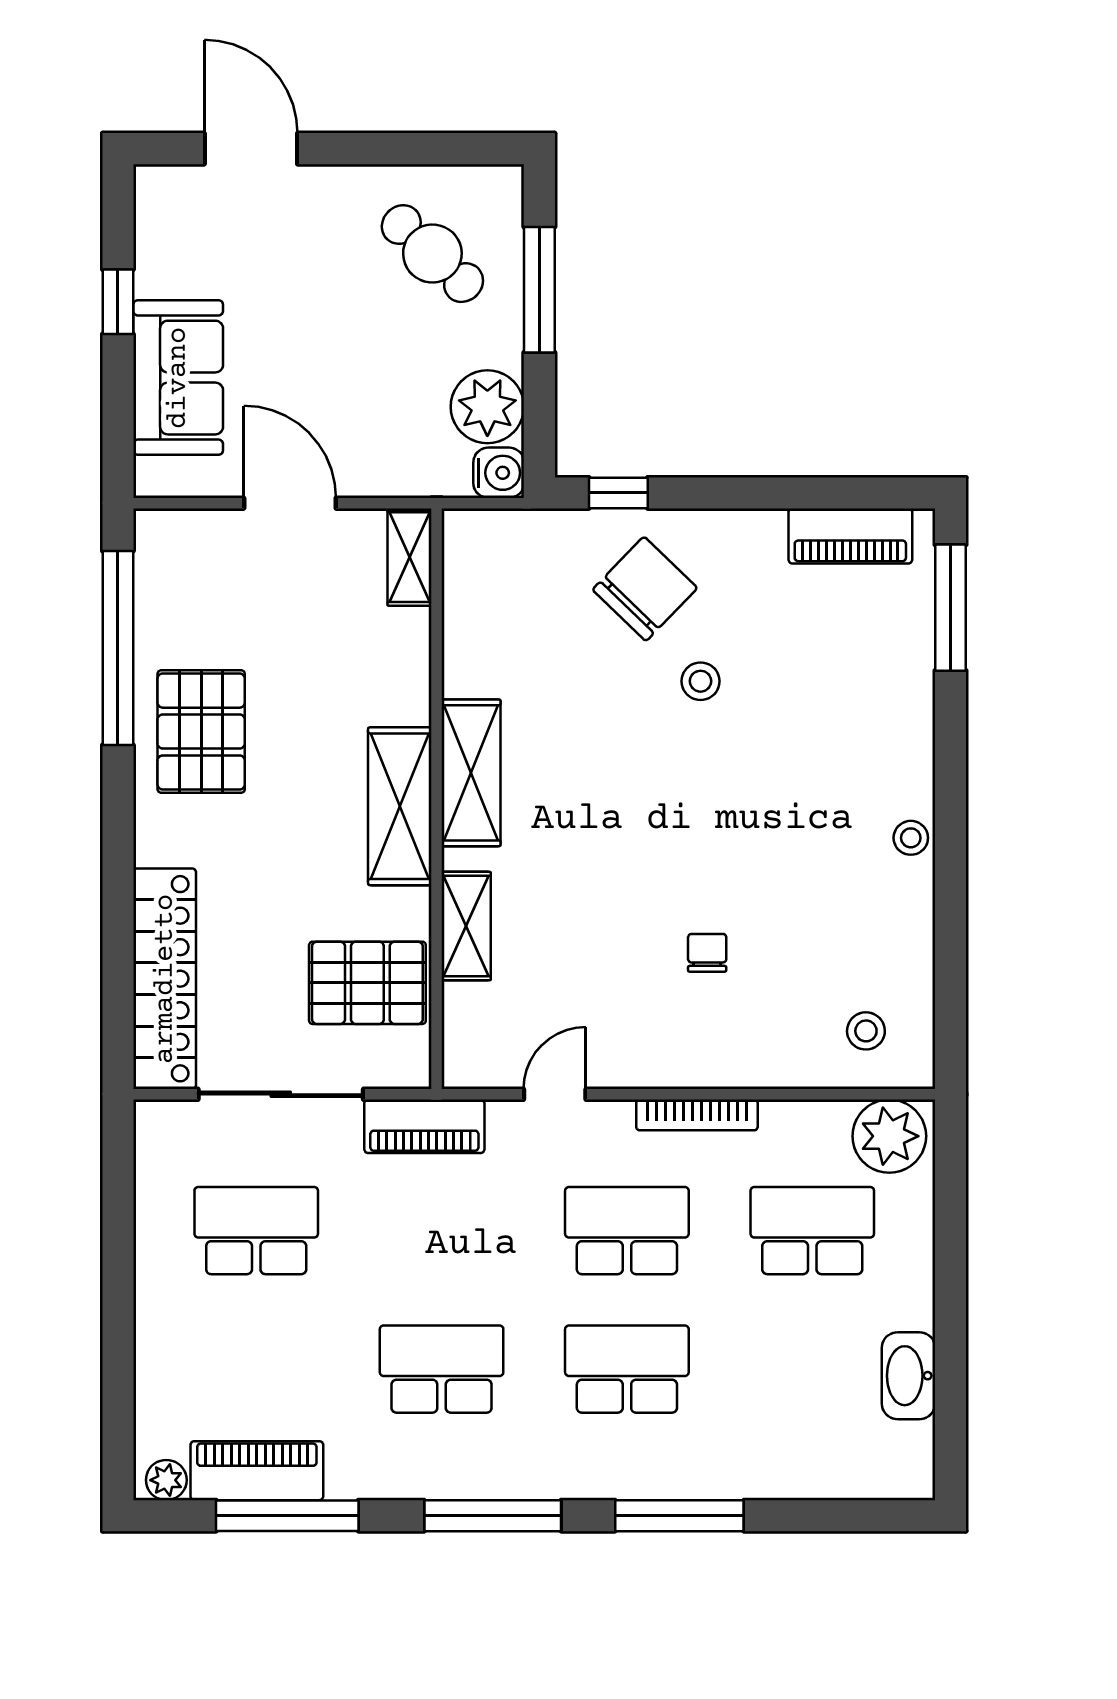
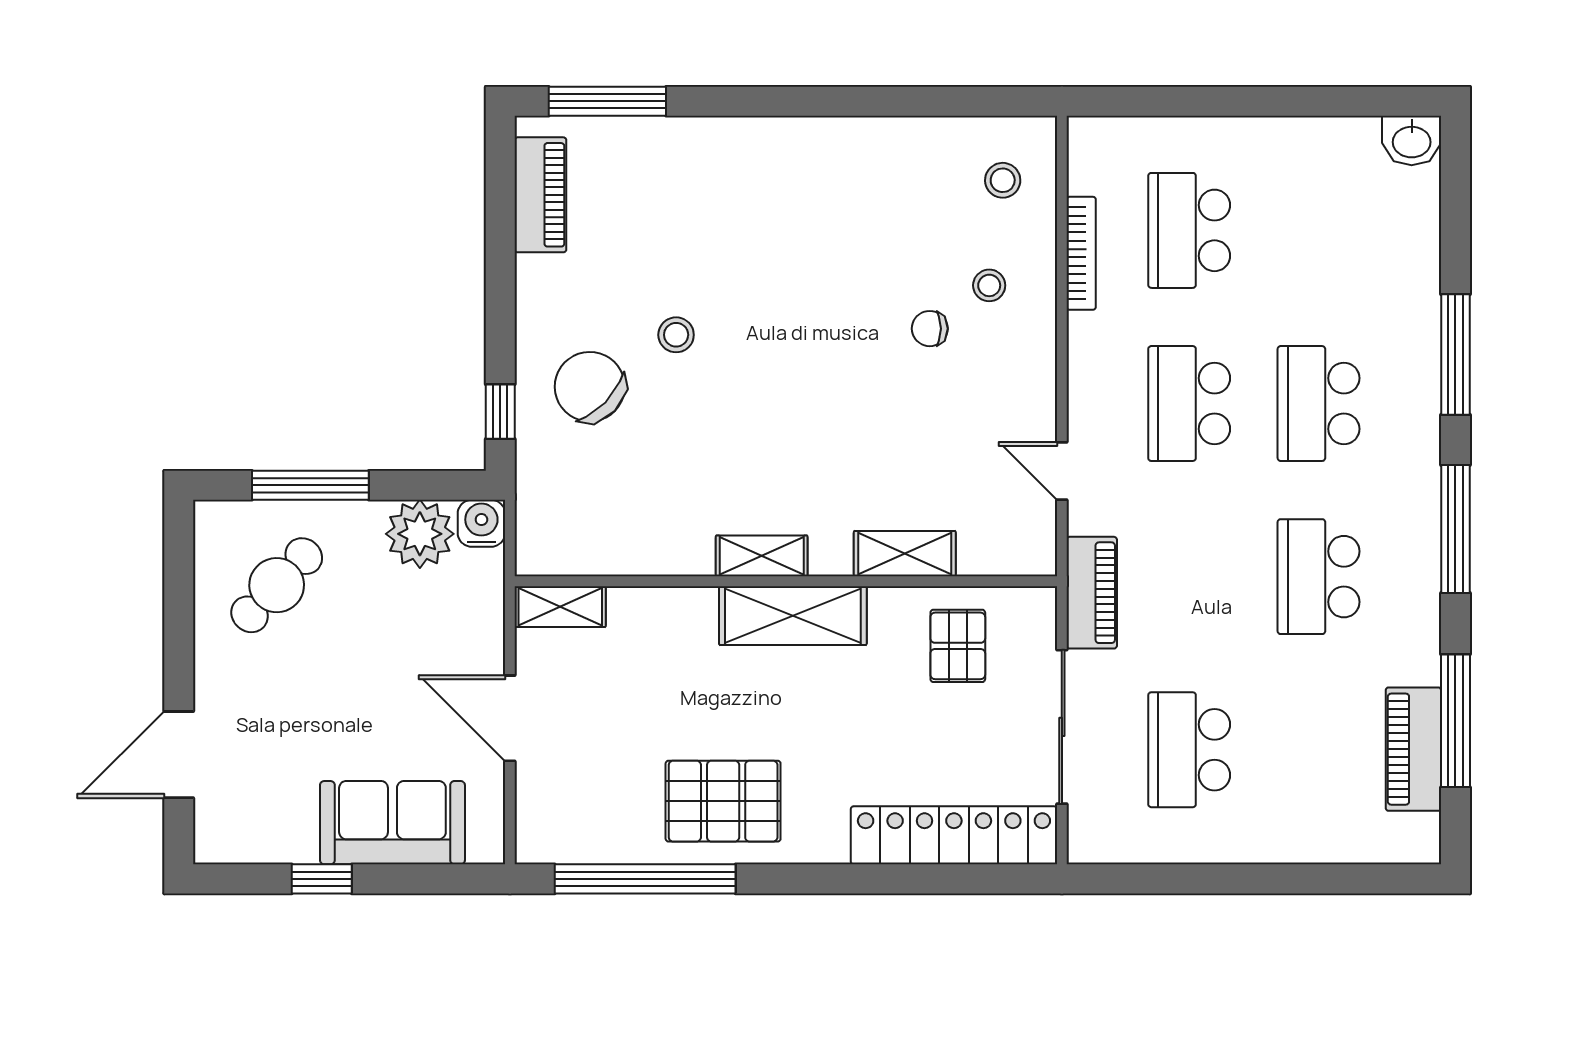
door: (290, 503) -> (510, 718), hinge flipped
shelving: (471, 773) -> (762, 556), width x0.67, depth x0.75
stool: (911, 838) -> (989, 285), moved
pallet: (367, 983) -> (958, 646), width x0.67, depth x0.71
bookcase: (697, 1115) -> (1081, 253), moved
plant: (889, 1136) -> (1101, 158), removed
washbasin: (908, 1376) -> (1412, 141), moved, width x0.72
plant: (166, 1480) -> (1422, 834), removed

